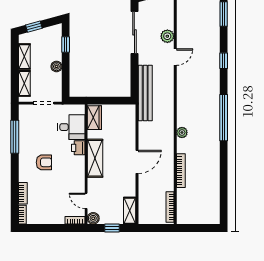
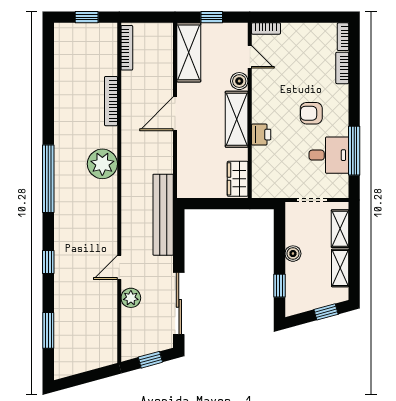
desk: (71, 127) -> (329, 155), moved, turned 180
plant: (182, 132) -> (102, 164), width x1.87, depth x1.87
shelving: (130, 211) -> (189, 52), width x1.50, depth x1.33
boiler: (93, 218) -> (239, 81), moved
window: (198, 228) -> (87, 17), added

